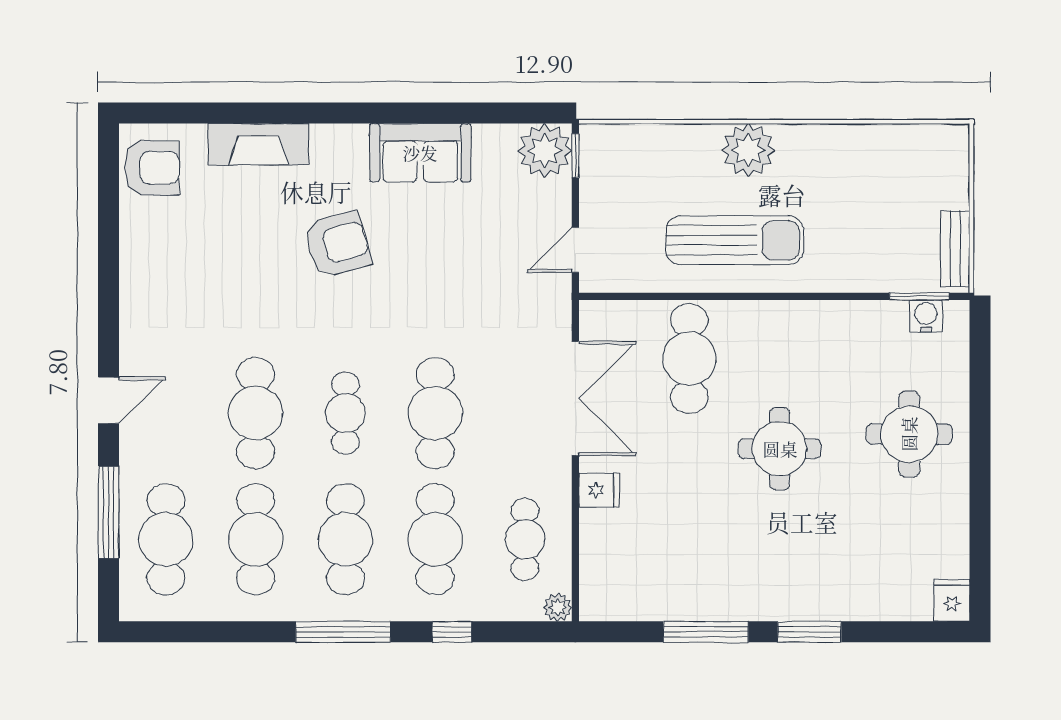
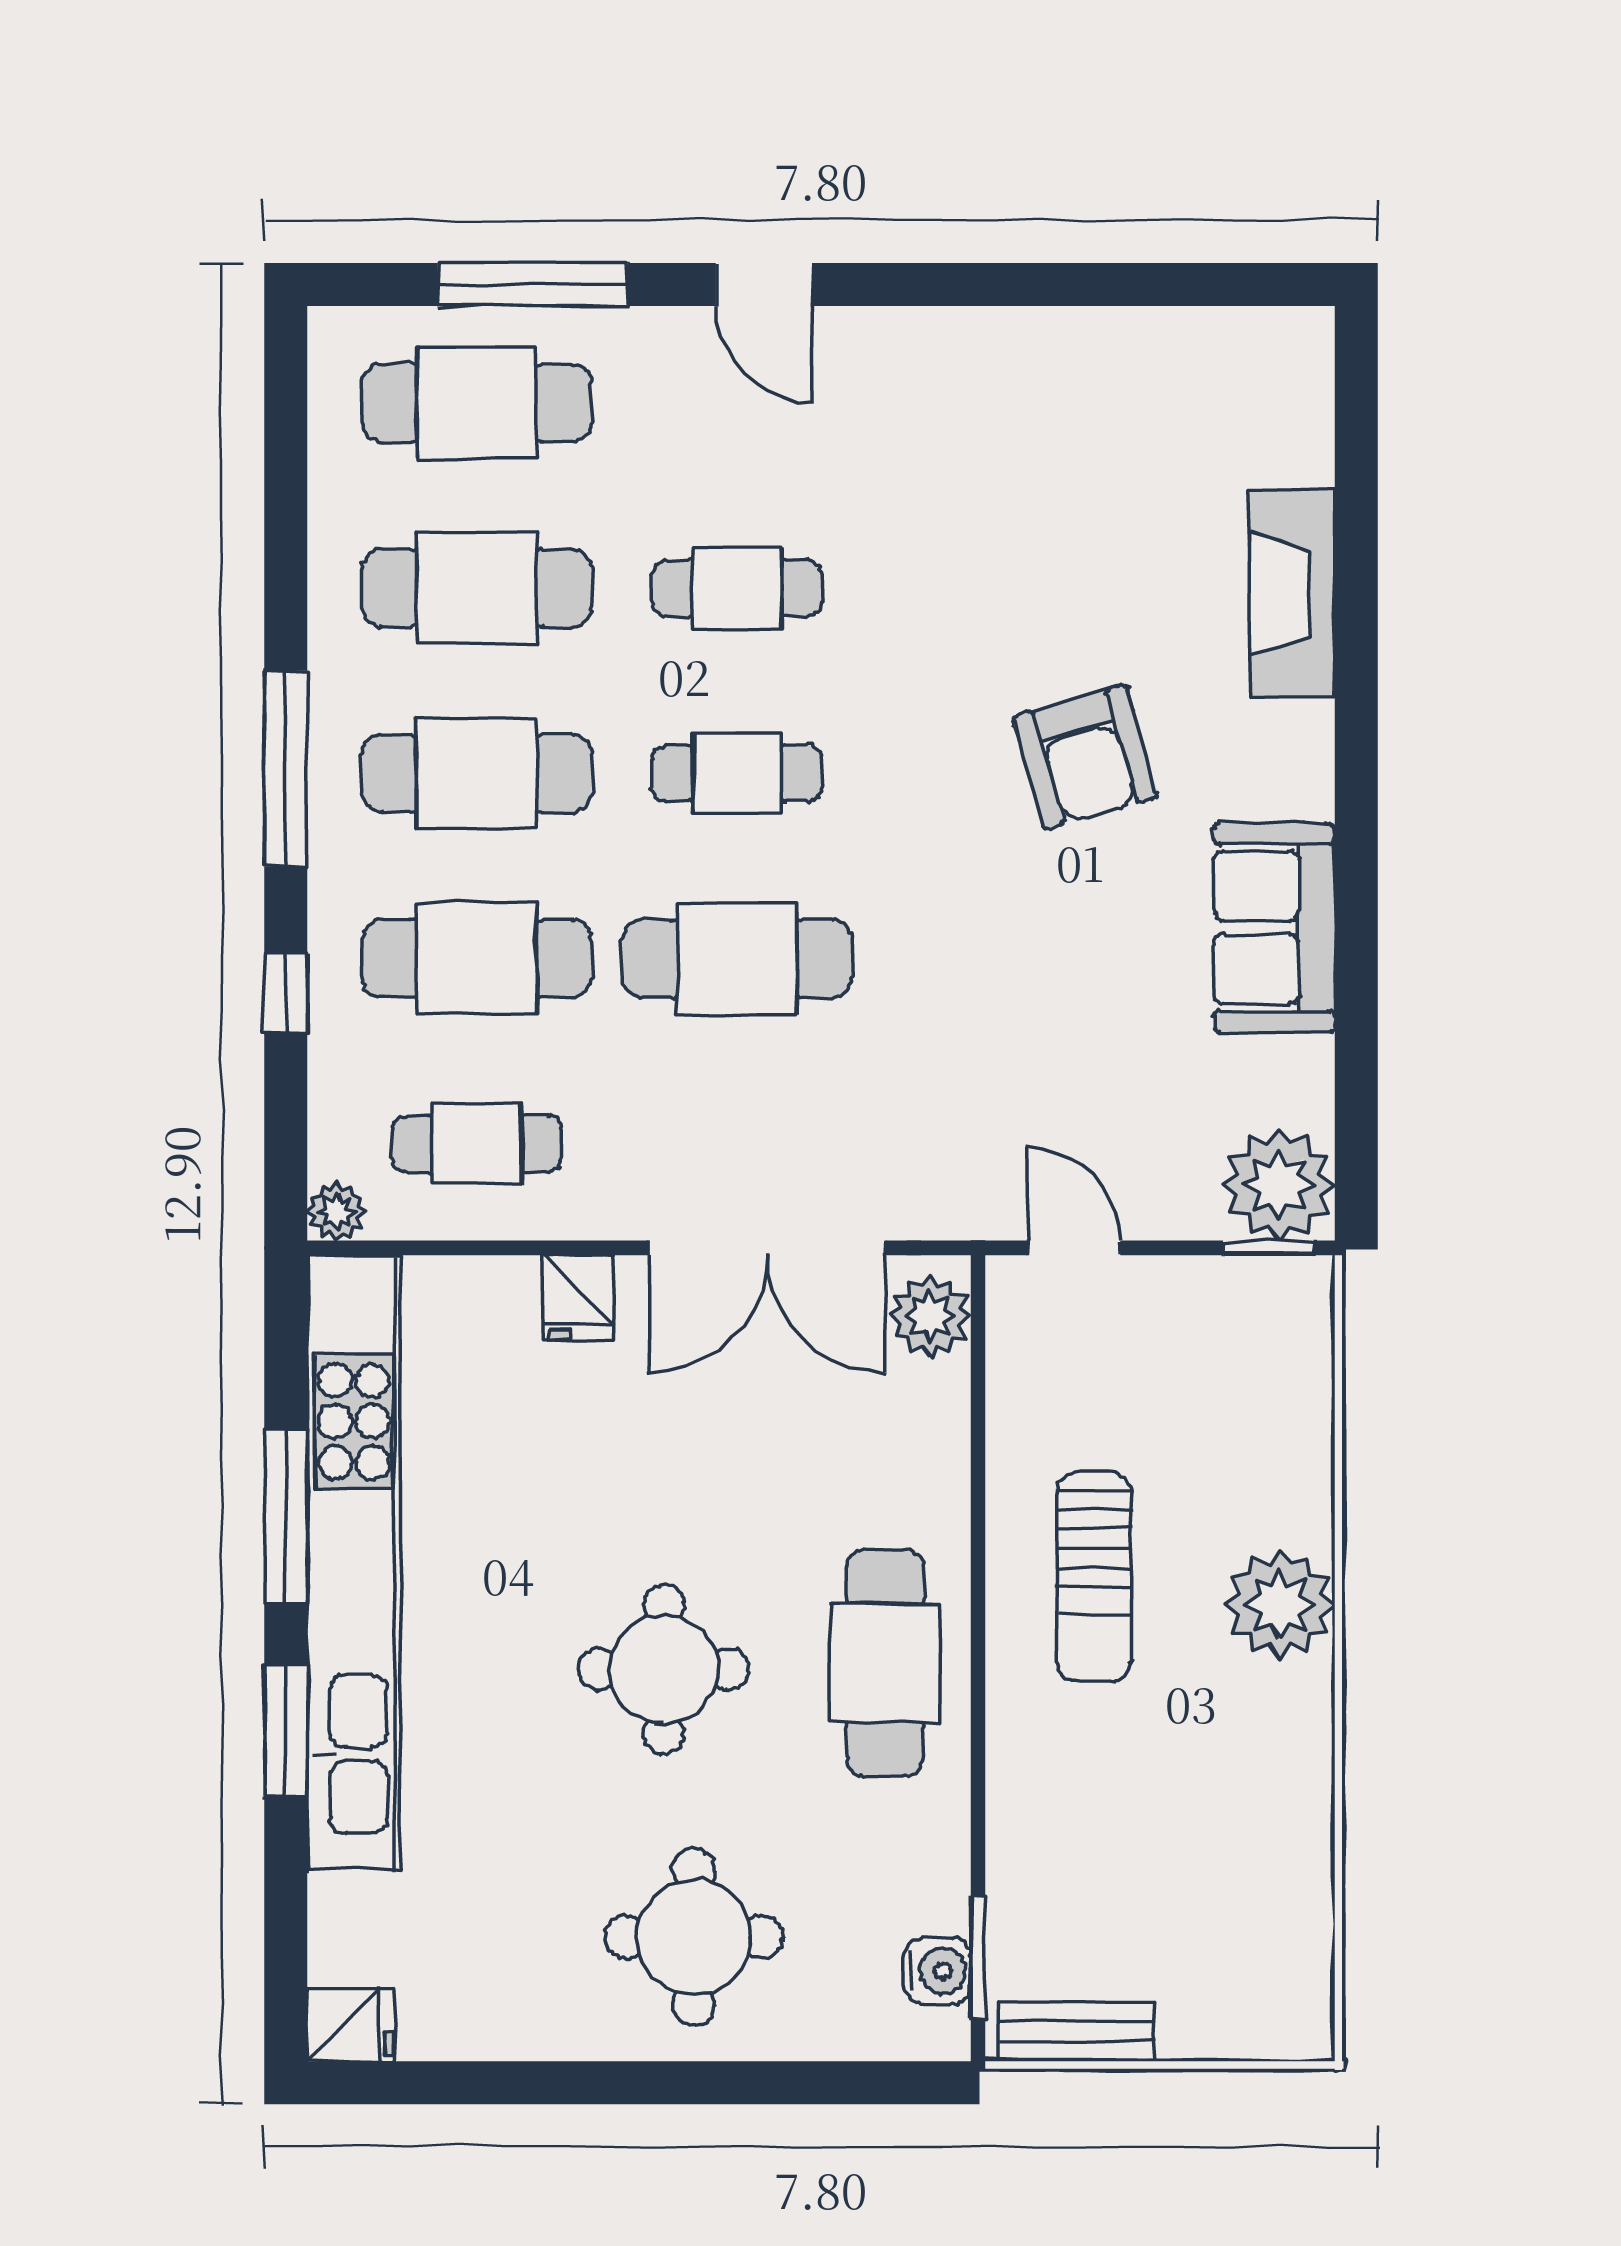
armchair: (152, 168) -> (1243, 374), removed
sun lounger: (735, 240) -> (1094, 1577), width x0.73, depth x0.75
plant: (608, 320) -> (930, 1316), added
cafe table: (689, 359) -> (885, 1663), moved, turned 90
cafe table: (256, 413) -> (737, 588), width x0.73, depth x0.74
kitchen unit: (728, 599) -> (354, 1563), added

